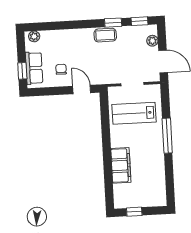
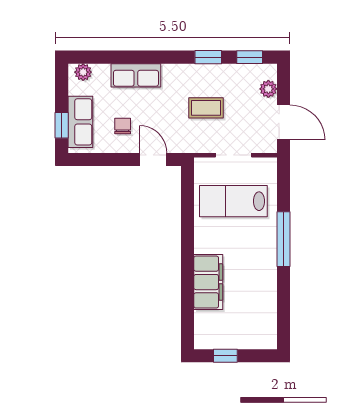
coffee table: (105, 35) -> (206, 108), moved
row of seats: (68, 37) -> (136, 75), added

